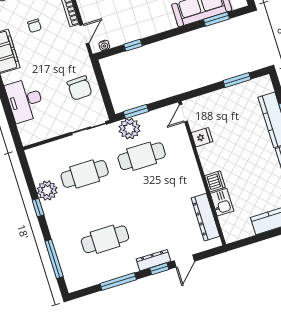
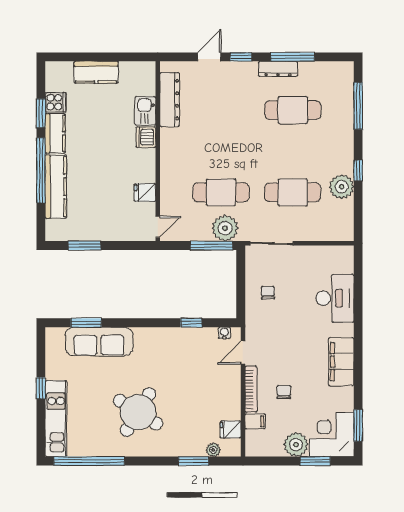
chair: (34, 26) -> (284, 392), moved
chair: (80, 88) -> (268, 293), width x0.54, depth x0.54
window: (136, 111) -> (211, 246), width x1.44
dresser: (154, 260) -> (278, 69), moved

